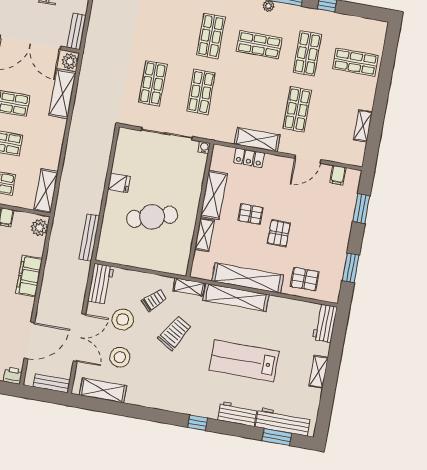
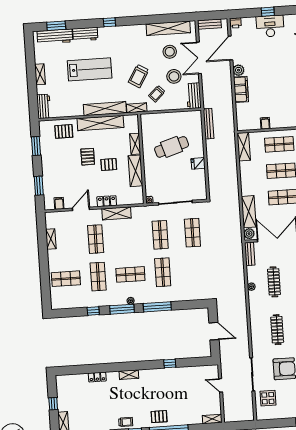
locker: (249, 158) -> (107, 201), moved
plant: (40, 228) -> (239, 70), moved
shelving: (103, 390) -> (168, 28), width x1.47

